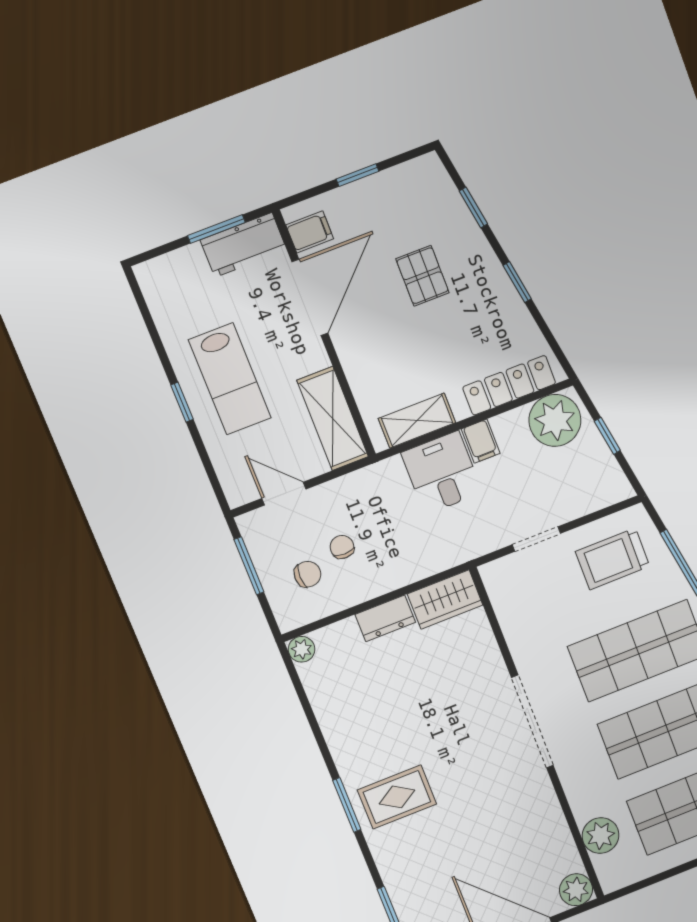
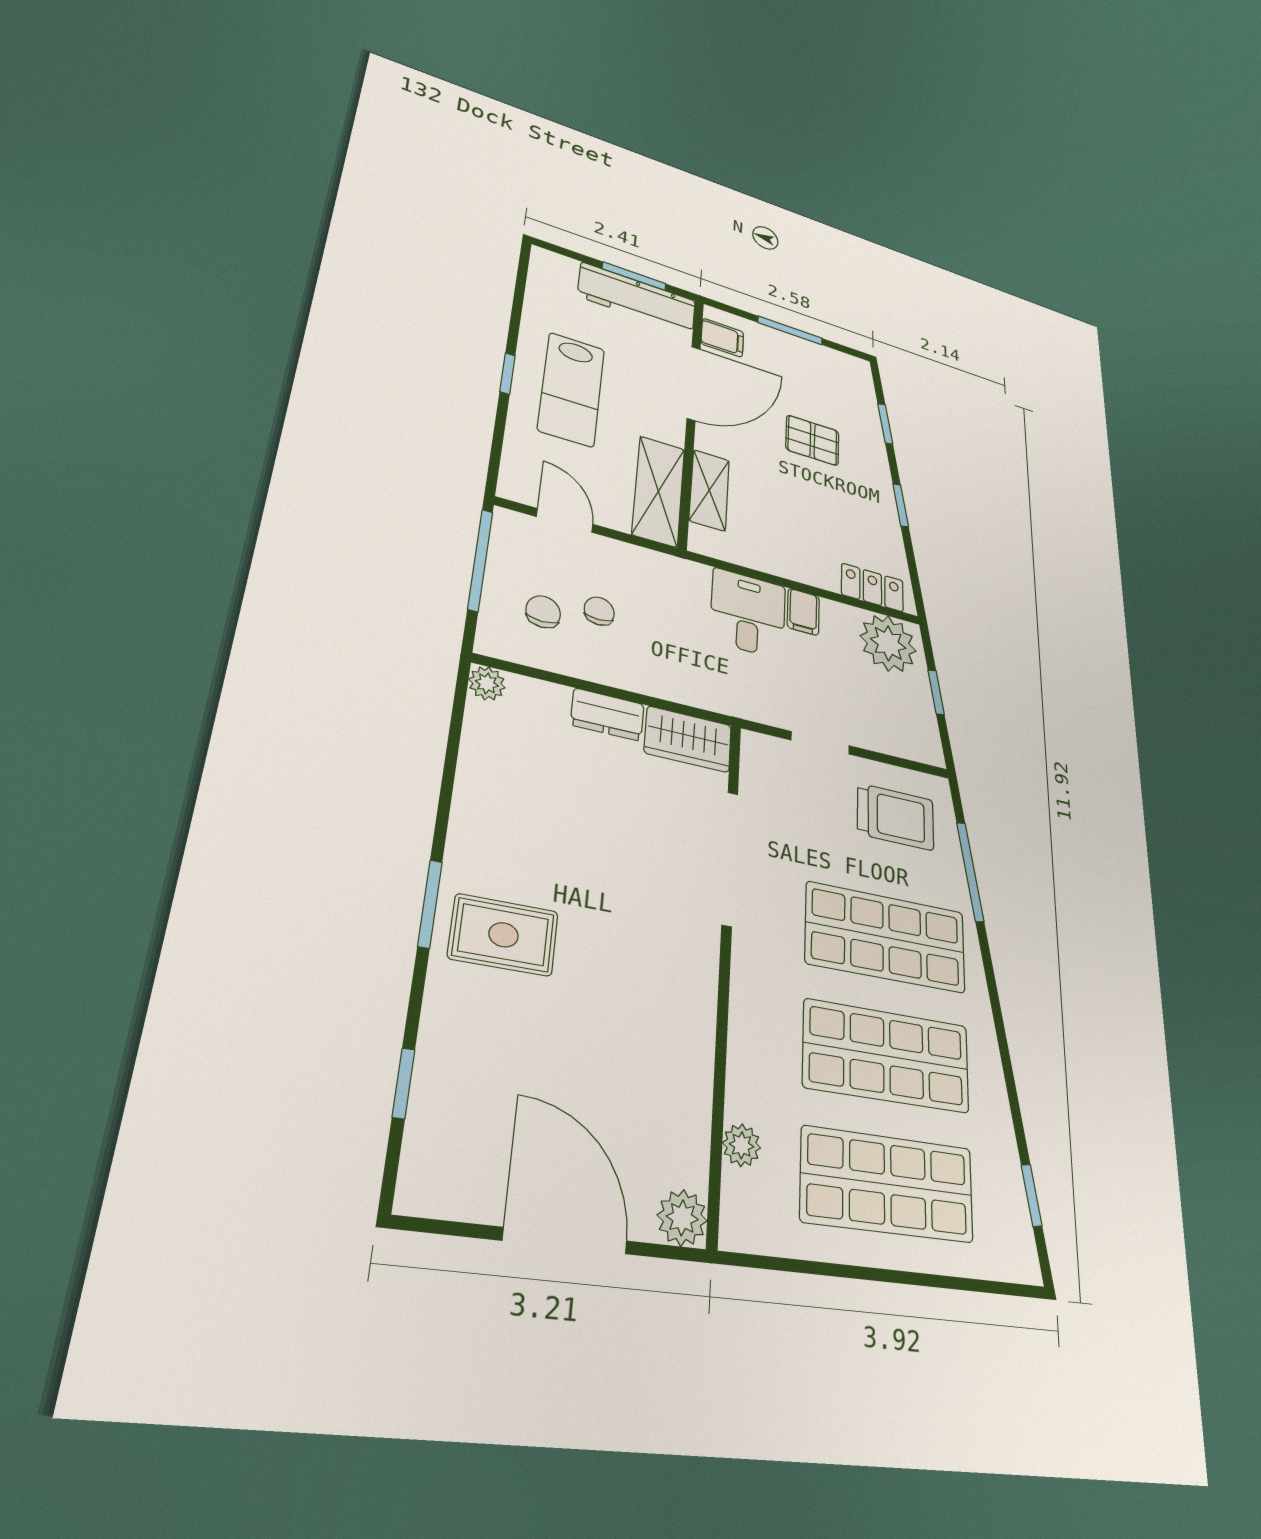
window: (357, 175) -> (790, 330), width x1.50
workbench: (243, 245) -> (637, 299), width x1.38
pallet: (422, 276) -> (812, 440), turned 90
locker: (509, 385) -> (872, 588), width x0.66
shelving: (417, 421) -> (709, 490), moved, turned 90
trolley: (613, 559) -> (896, 817), turned 180
window: (249, 566) -> (480, 560), width x1.44
chair: (308, 574) -> (543, 612), turned -89
doorway: (532, 721) -> (730, 858), moved
plant: (601, 836) -> (742, 1145), width x0.73, depth x0.73

